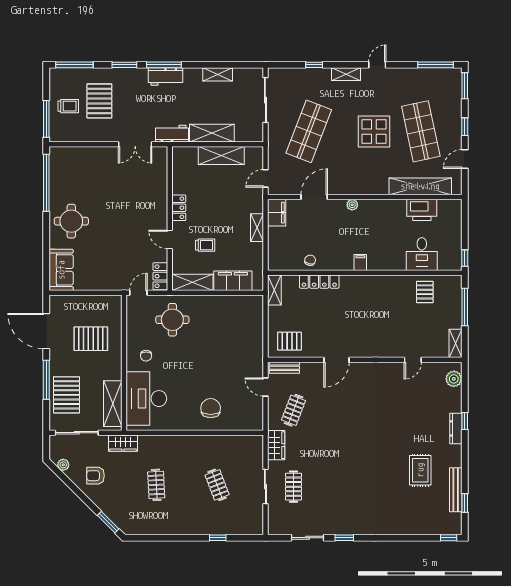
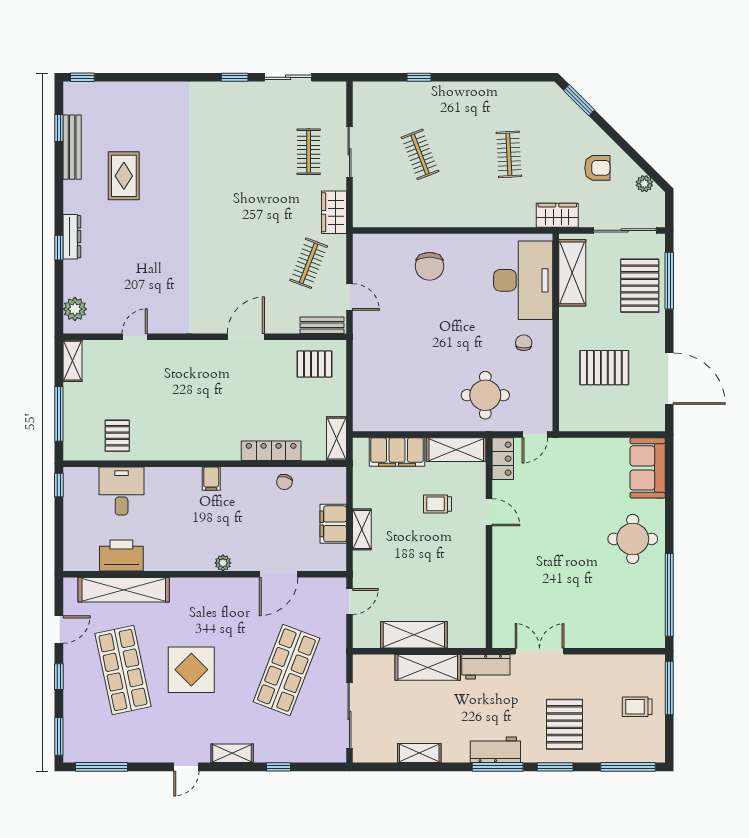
pallet: (99, 101) -> (564, 724), moved
locker: (179, 208) -> (476, 559), removed
filing cabinet: (277, 213) -> (333, 524), moved
window: (46, 380) -> (669, 281), moved

